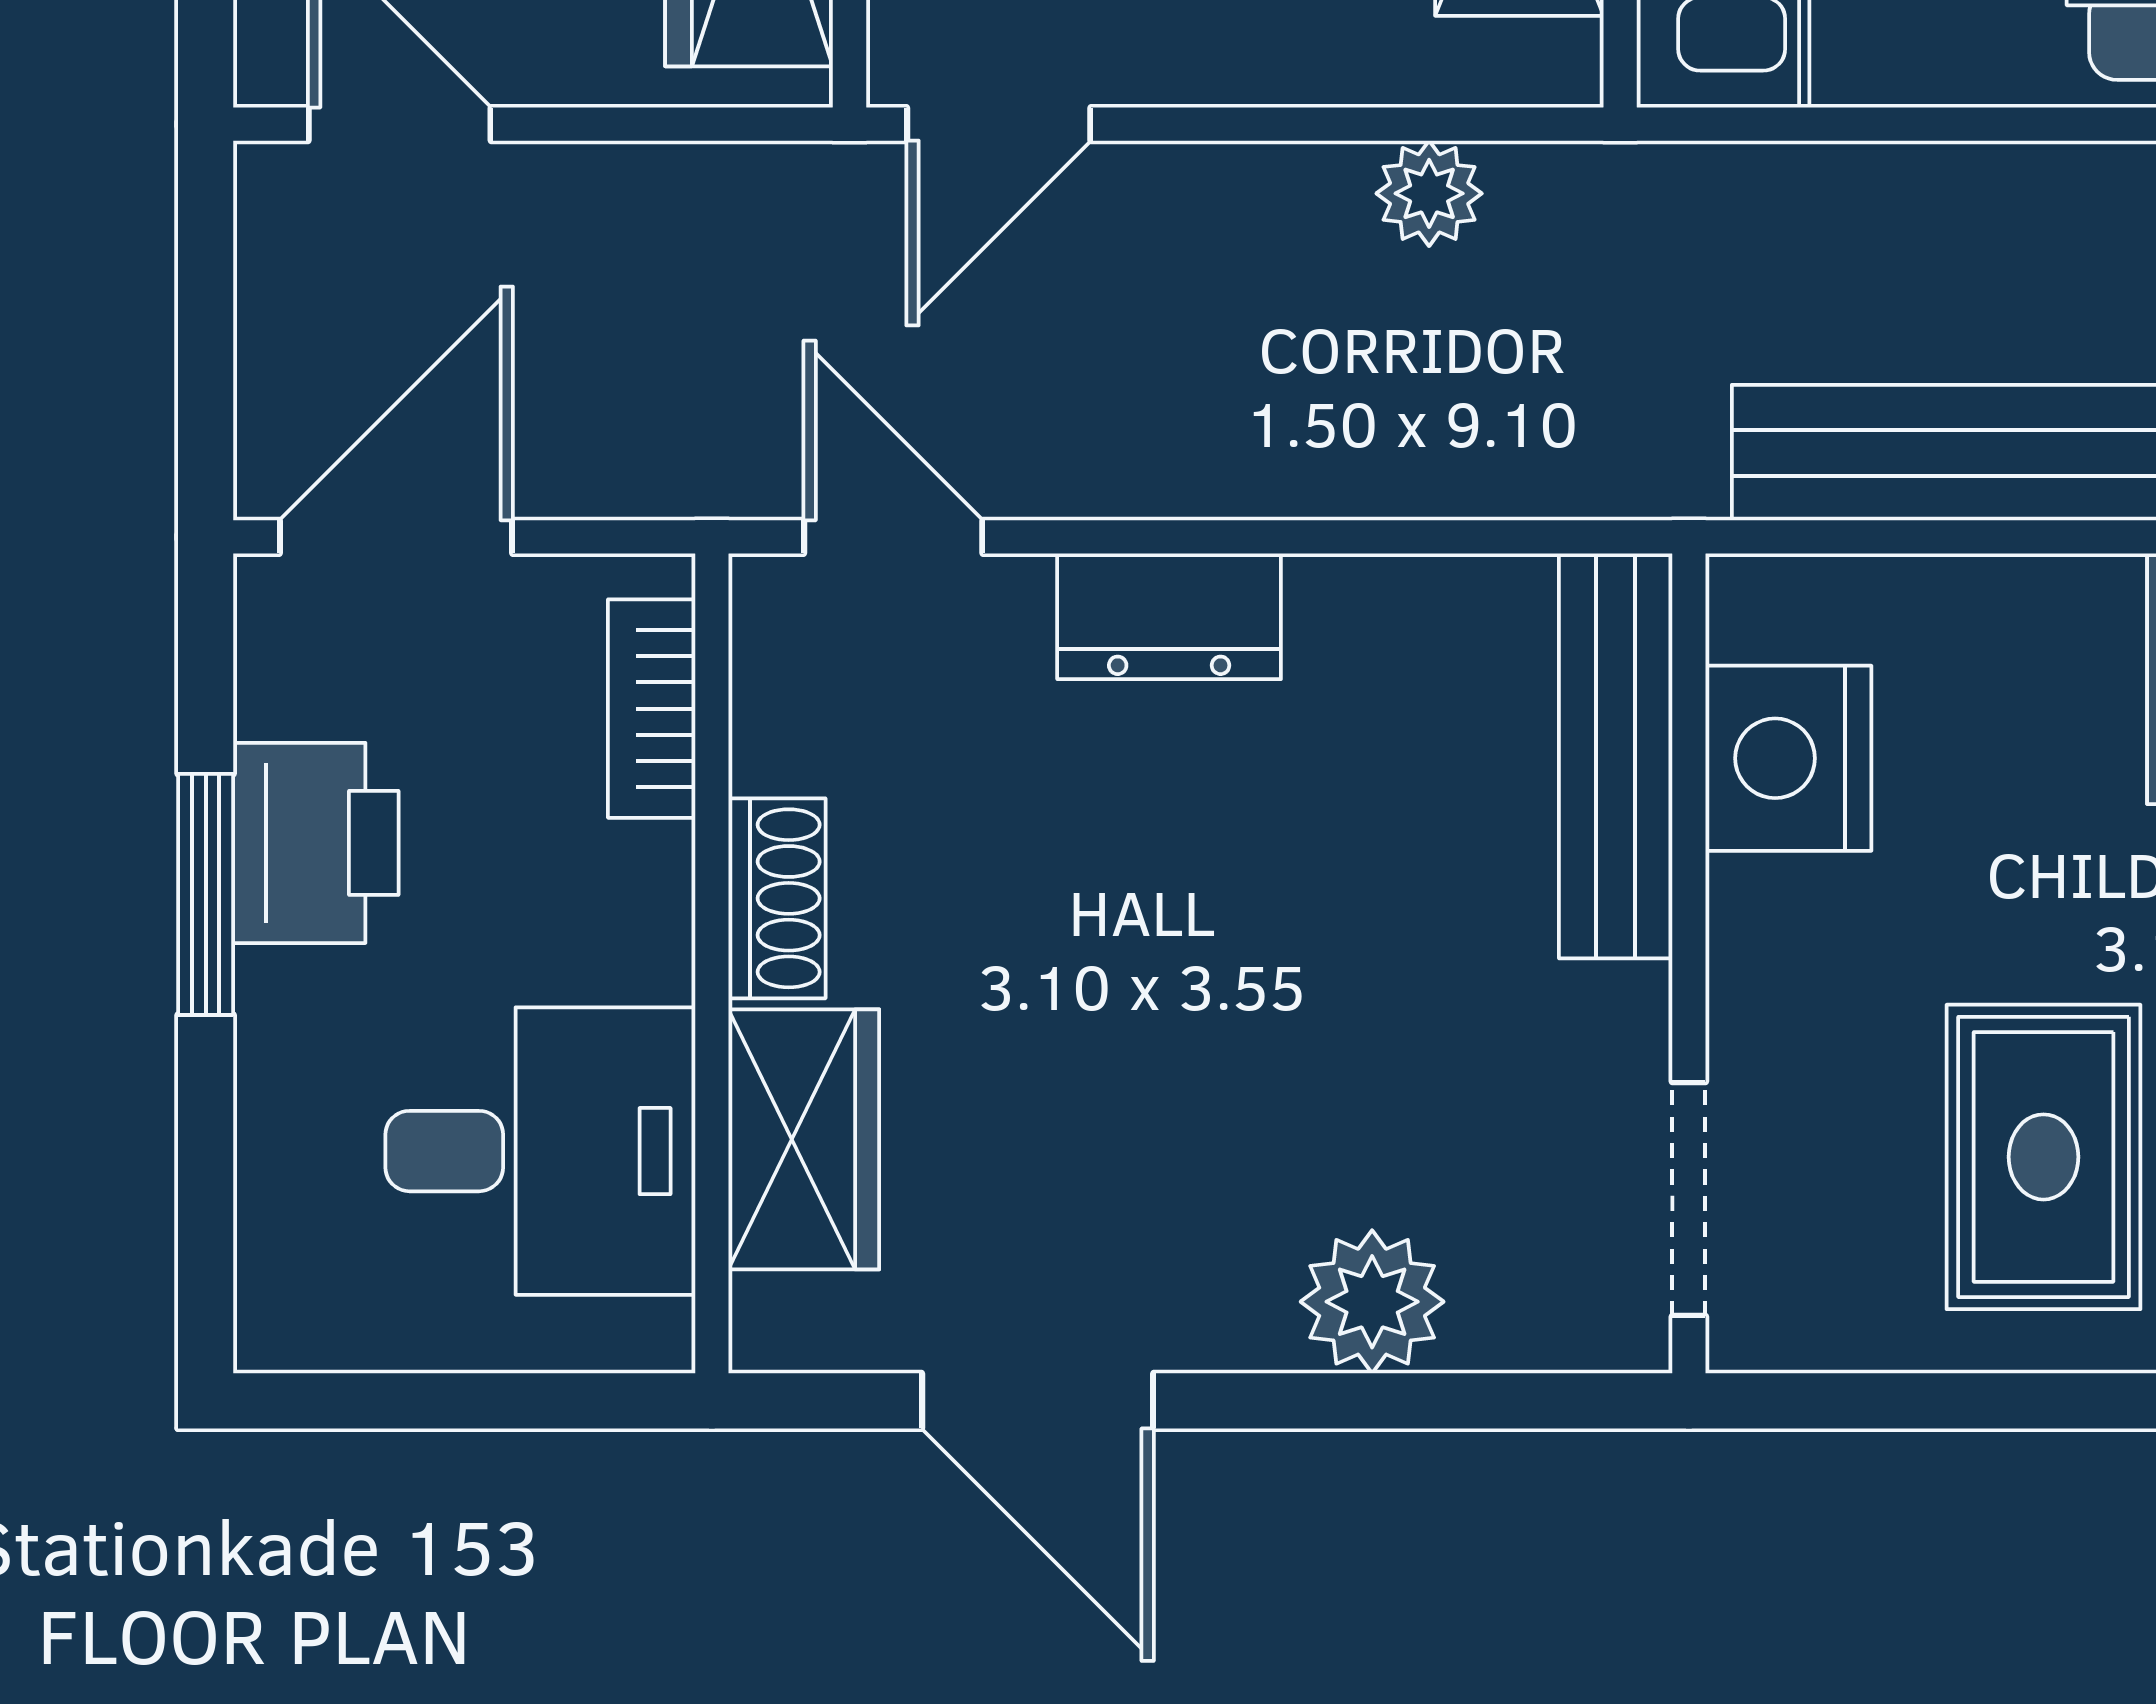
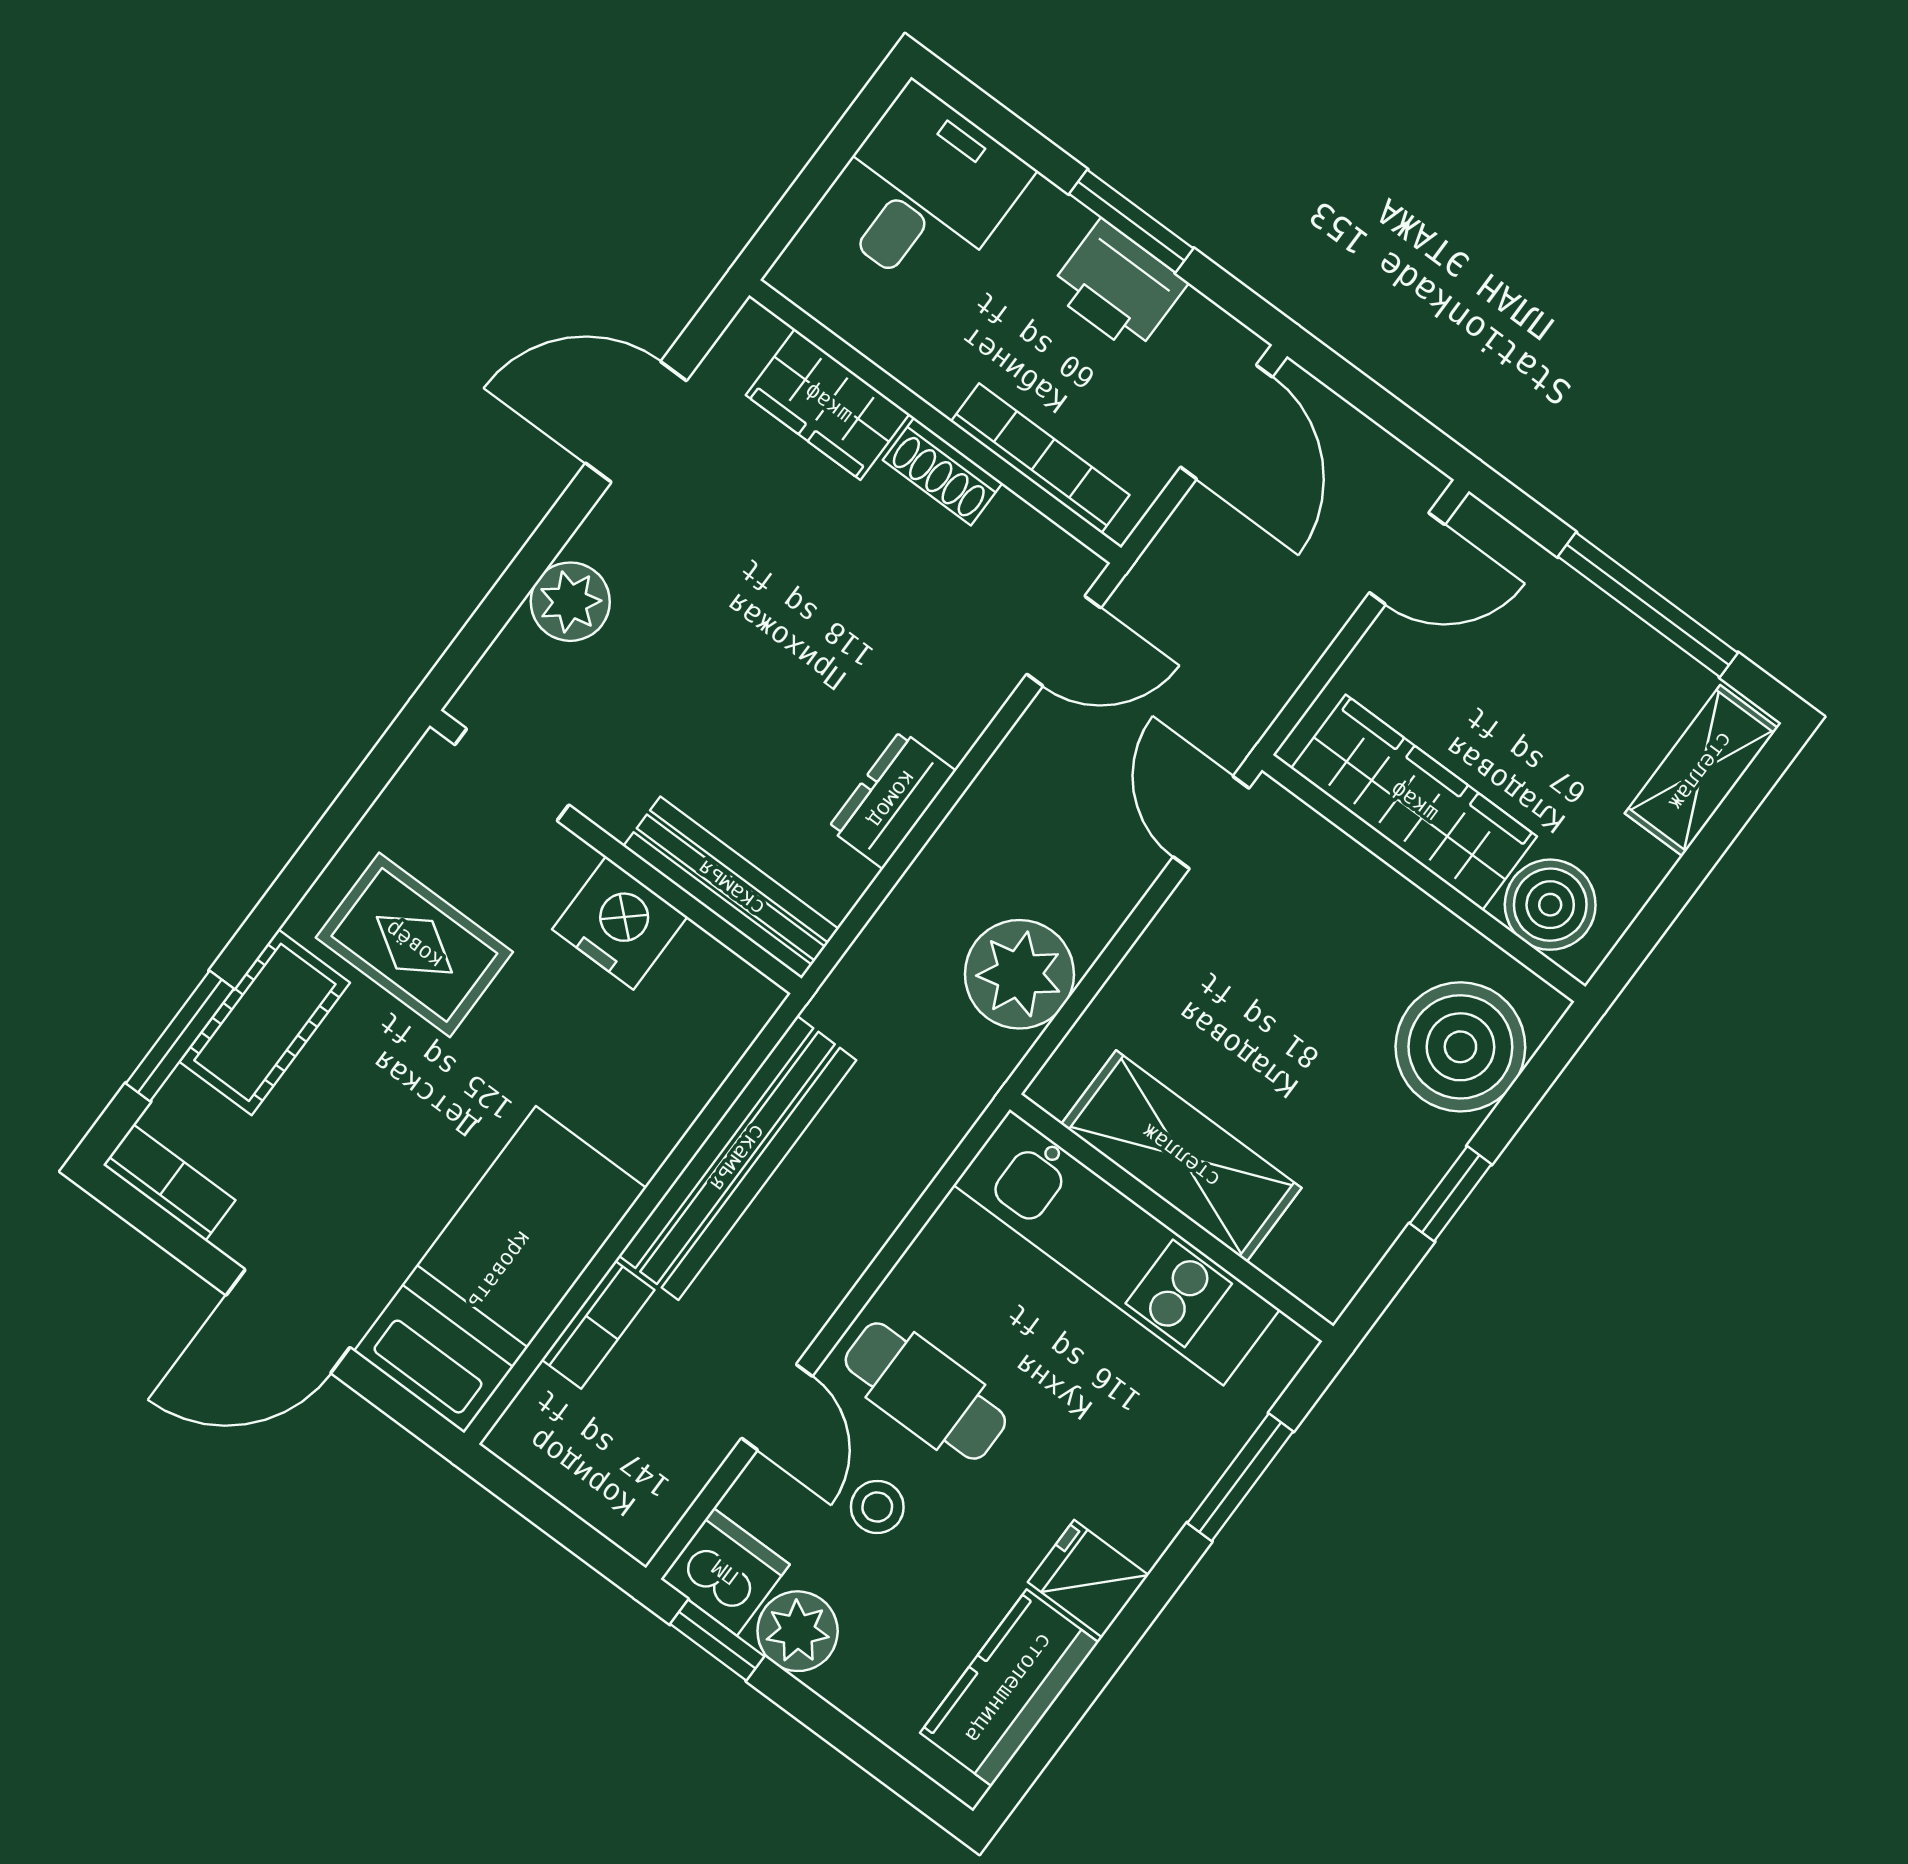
plant: (1429, 193) -> (1019, 974), width x1.88, depth x1.88
dresser: (1169, 616) -> (892, 799), moved
bookcase: (652, 709) -> (1040, 458), width x1.56
nightstand: (1788, 758) -> (620, 923), moved
desk: (540, 1151) -> (924, 192), moved, turned 180

